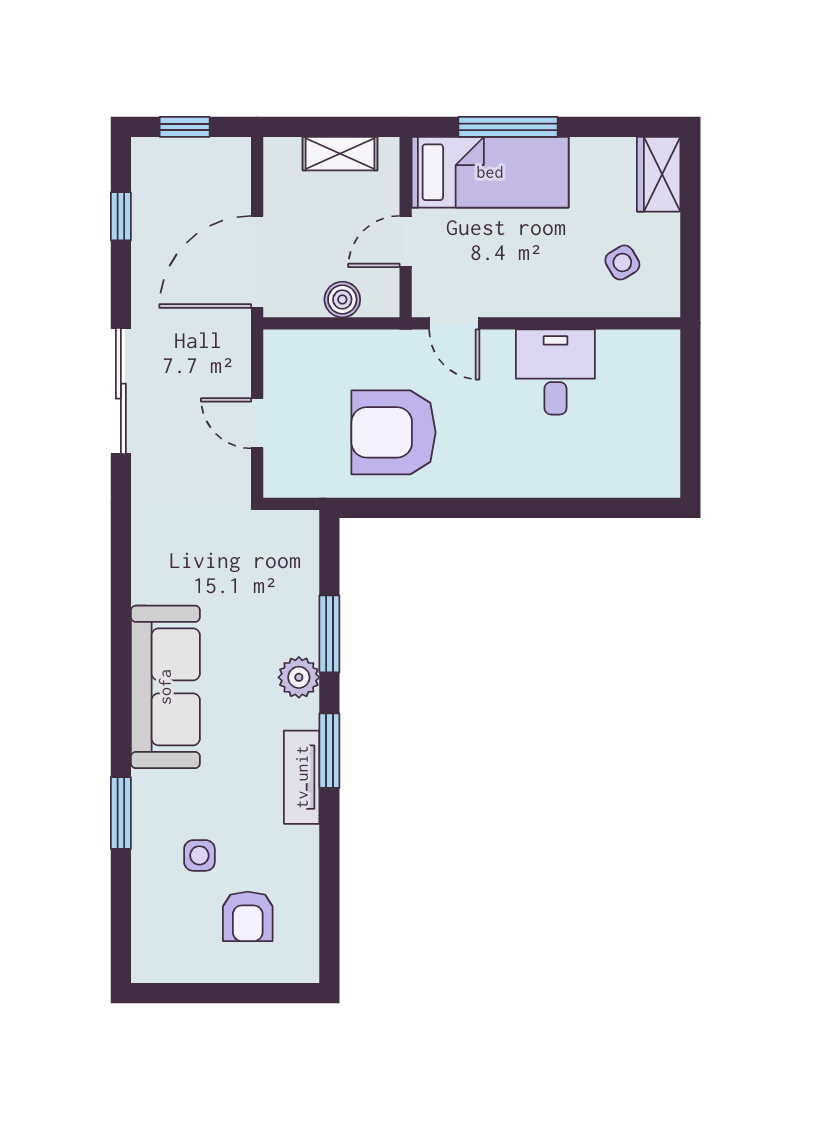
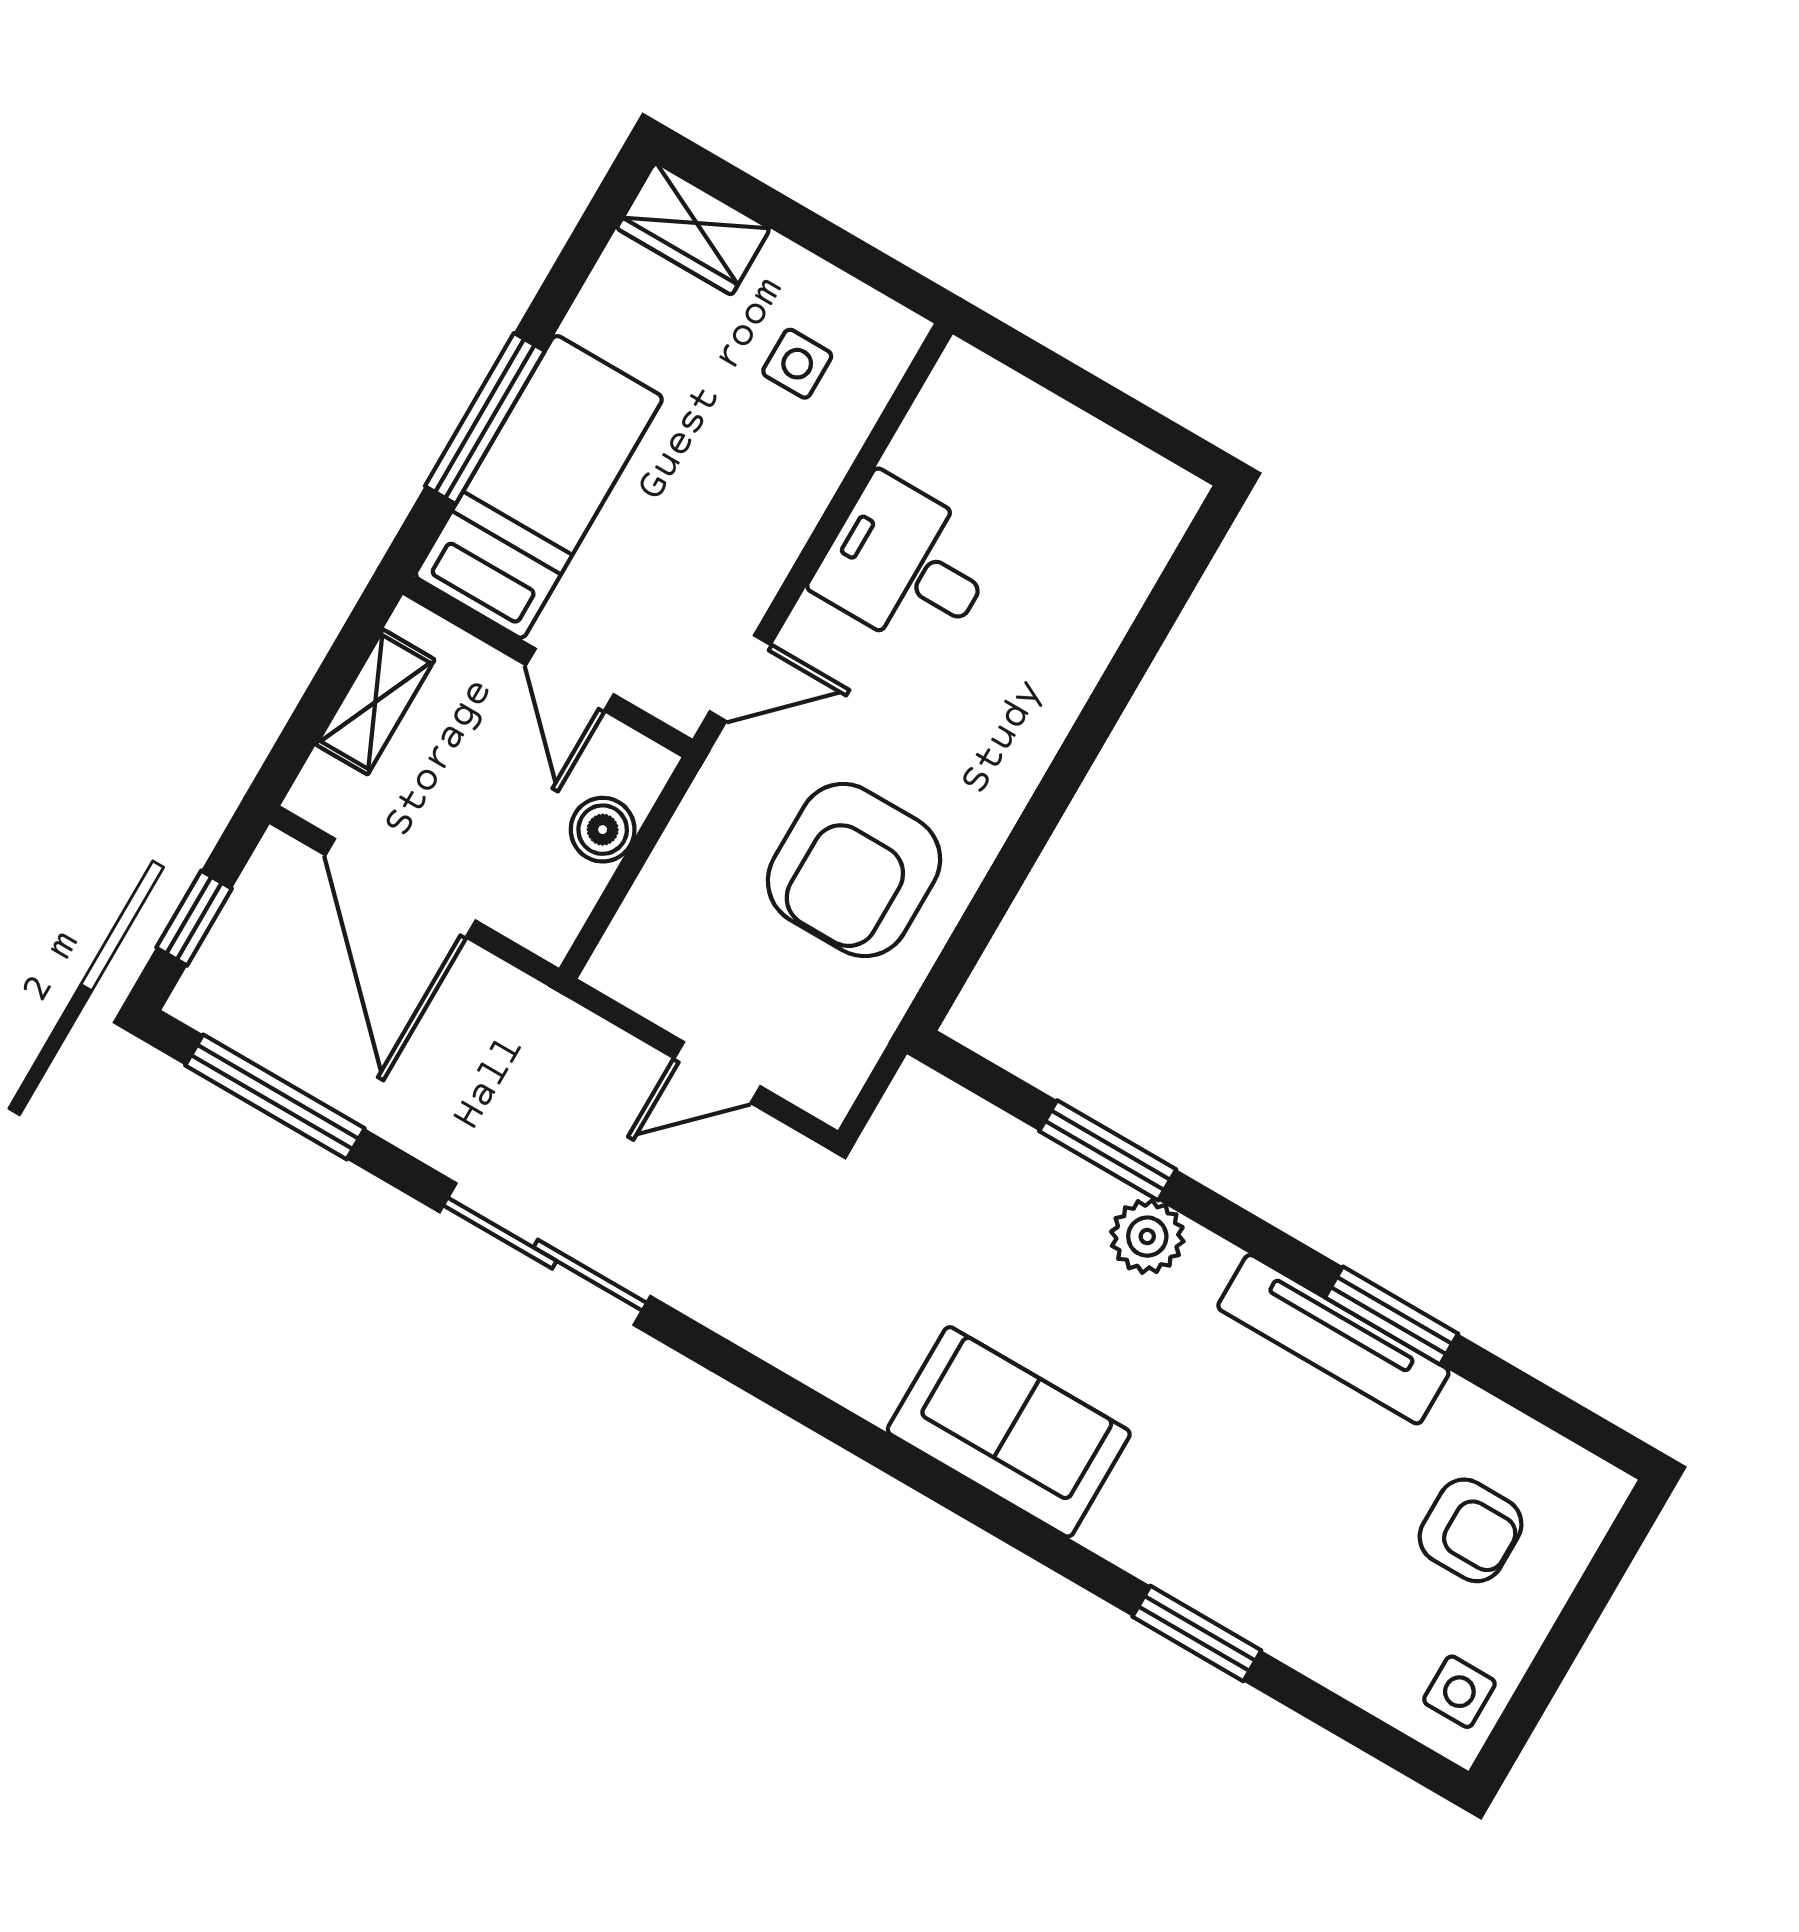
window: (121, 216) -> (275, 1097), width x2.17
door: (257, 262) -> (400, 888), moved
side table: (622, 262) -> (797, 364), turned 31
sofa: (165, 687) -> (1009, 1432), width x0.73
window: (329, 751) -> (1392, 1316), moved
tv unit: (302, 777) -> (1333, 1339), width x1.41
side table: (199, 855) -> (1459, 1692), moved

